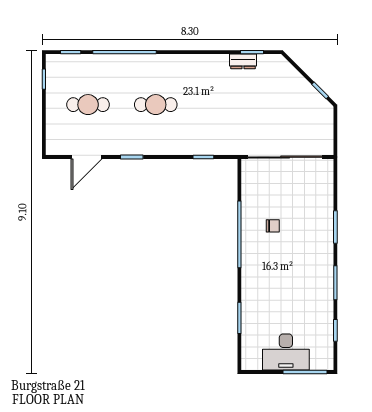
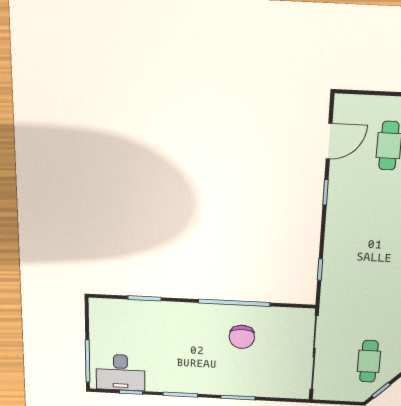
cafe table: (156, 105) -> (369, 361), moved
door: (87, 157) -> (329, 141), swing flipped
chair: (273, 226) -> (242, 337), width x1.87, depth x1.87
desk: (286, 352) -> (120, 373), moved, turned -90

